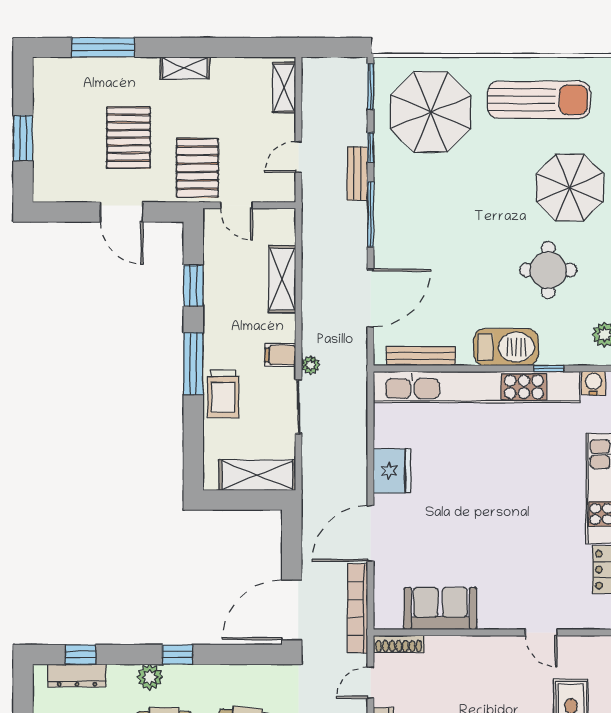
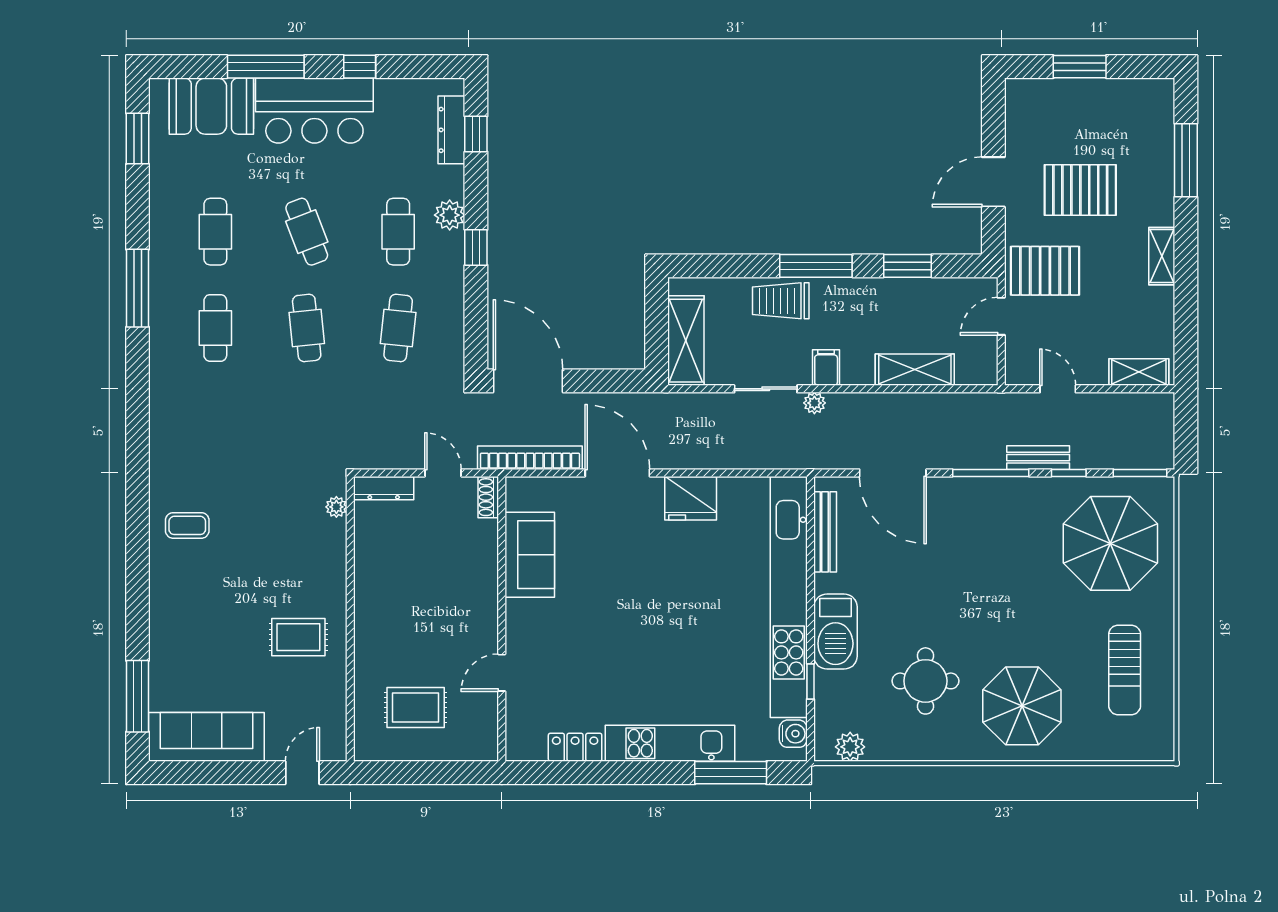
sun lounger: (539, 100) -> (1125, 670), width x0.73, depth x0.75
shoe rack: (399, 644) -> (488, 497), width x0.70

